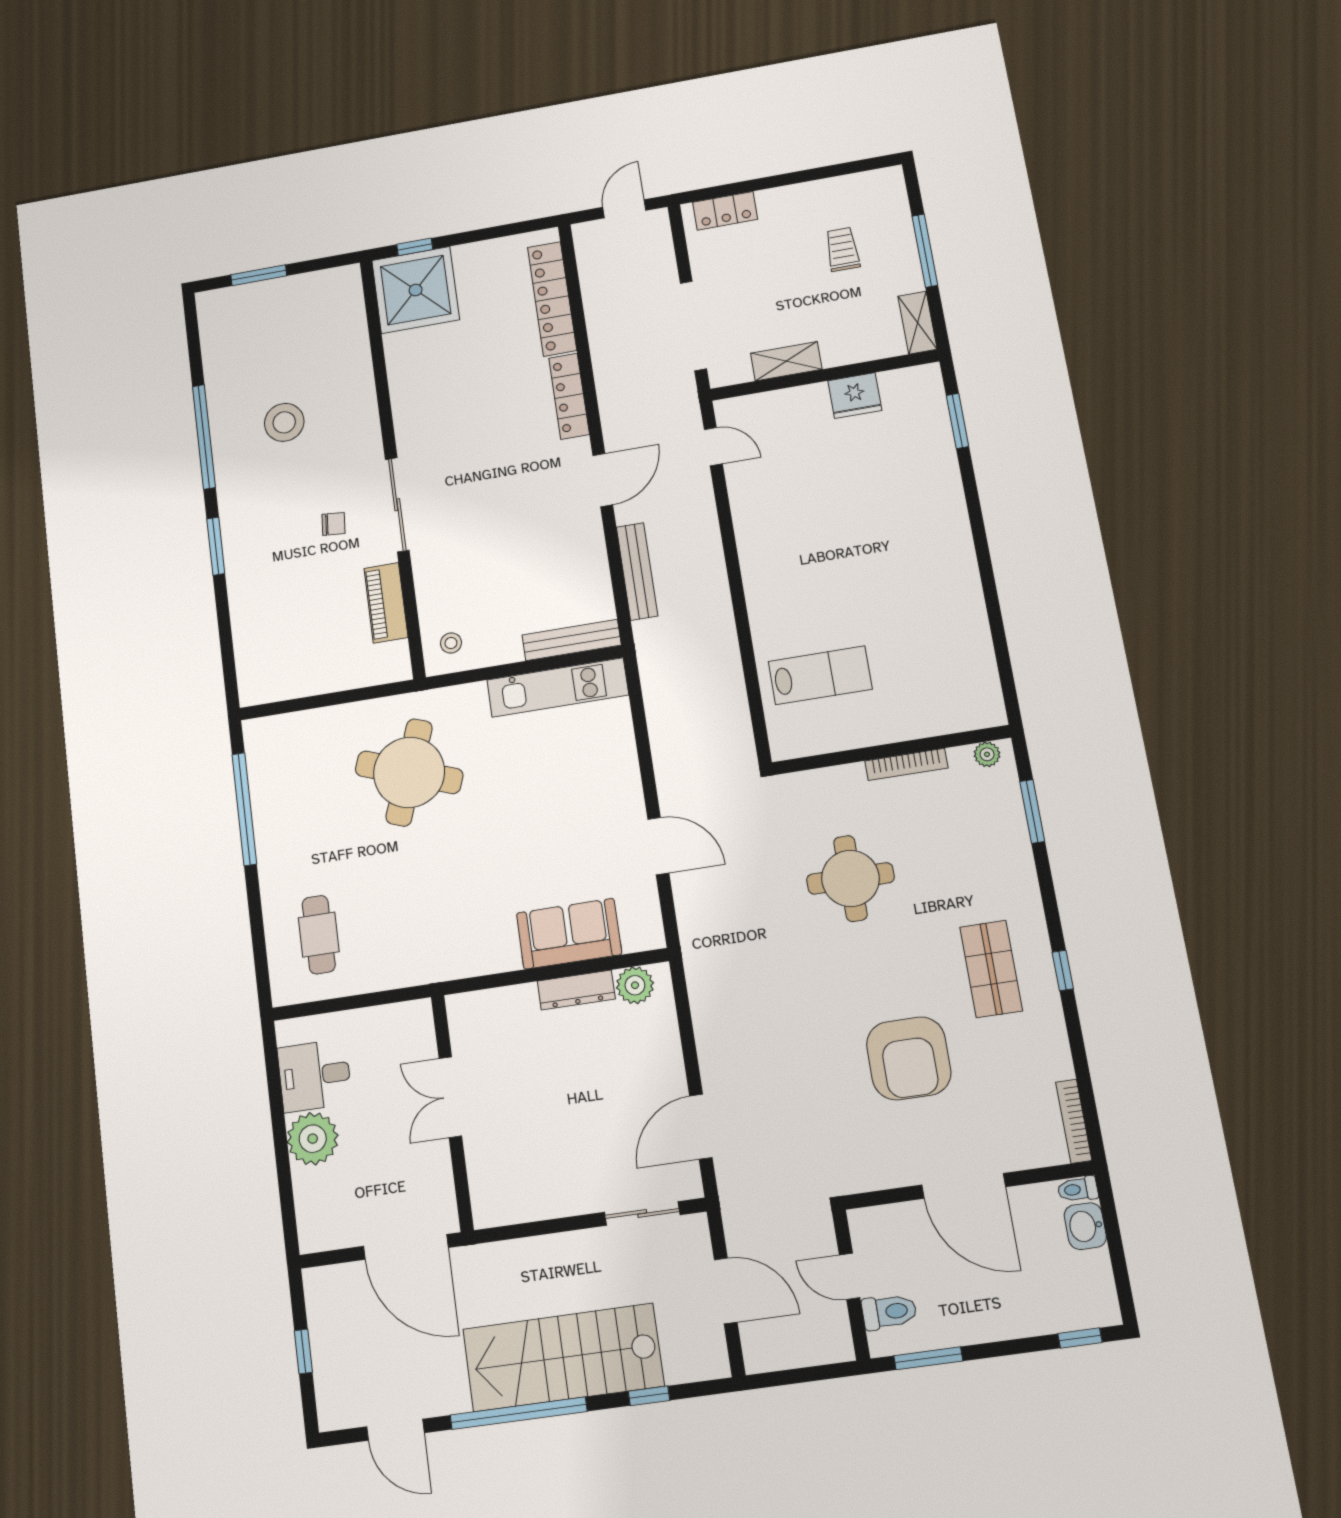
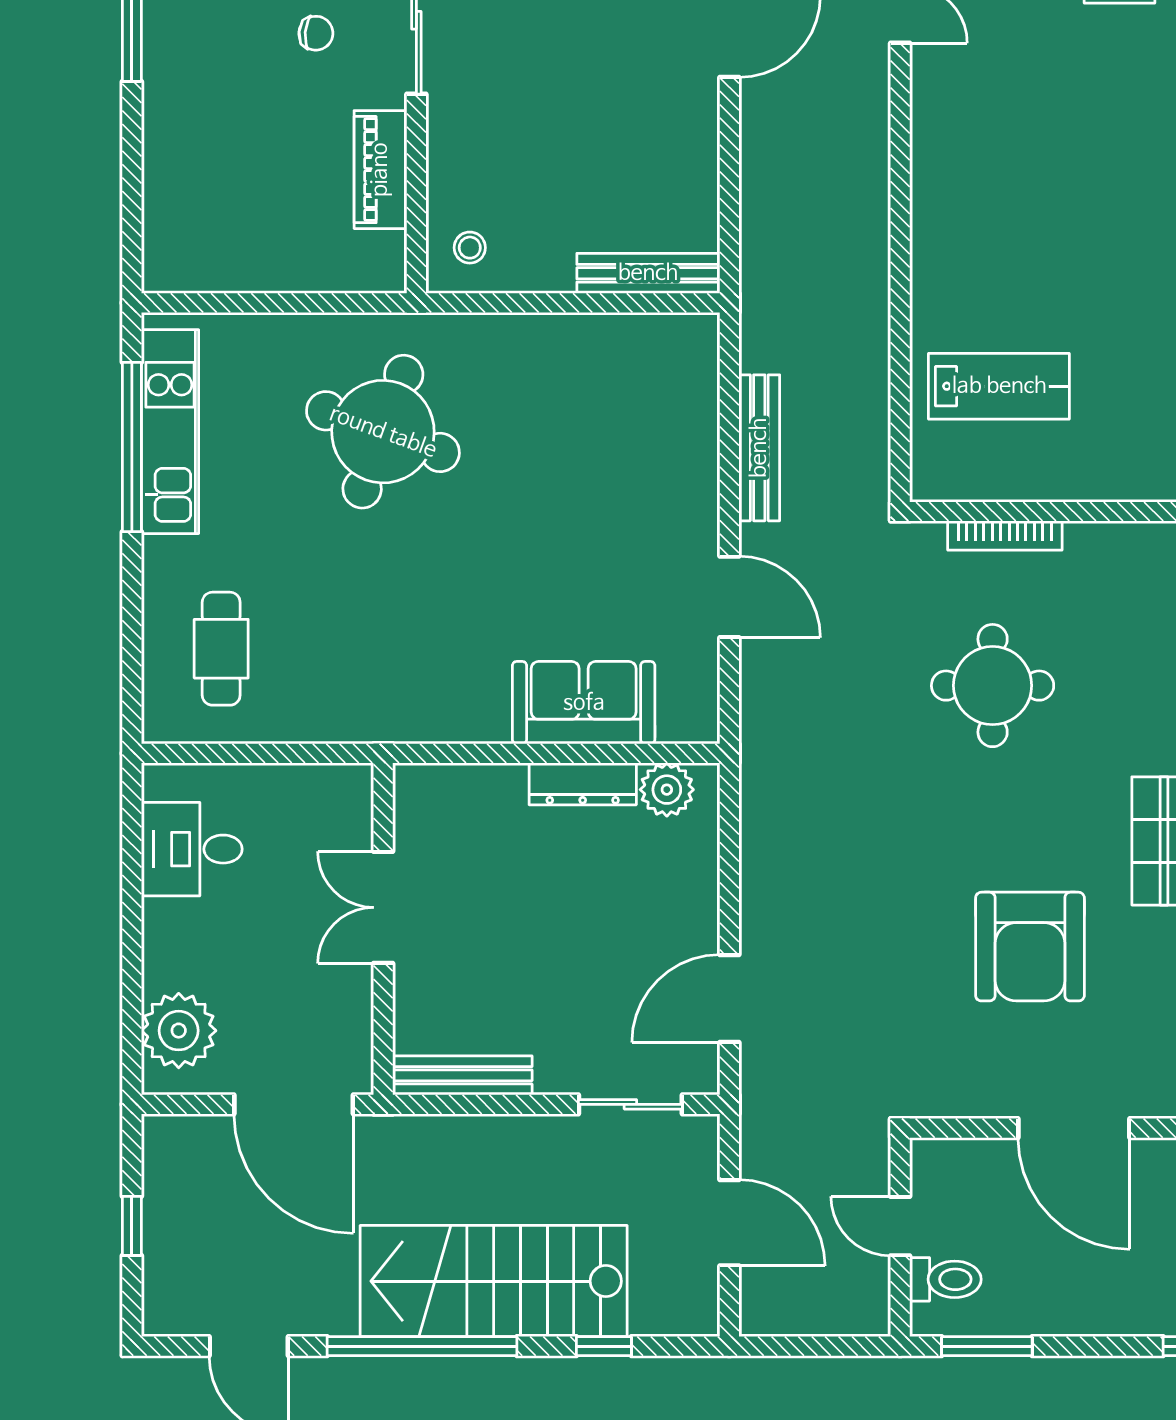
bench: (637, 571) -> (759, 448), moved
kitchen unit: (558, 687) -> (170, 432), moved, turned -90
bookcase: (906, 764) -> (1005, 536), moved
plant: (313, 1139) -> (179, 1031), moved
bench: (521, 1209) -> (462, 1075), added

